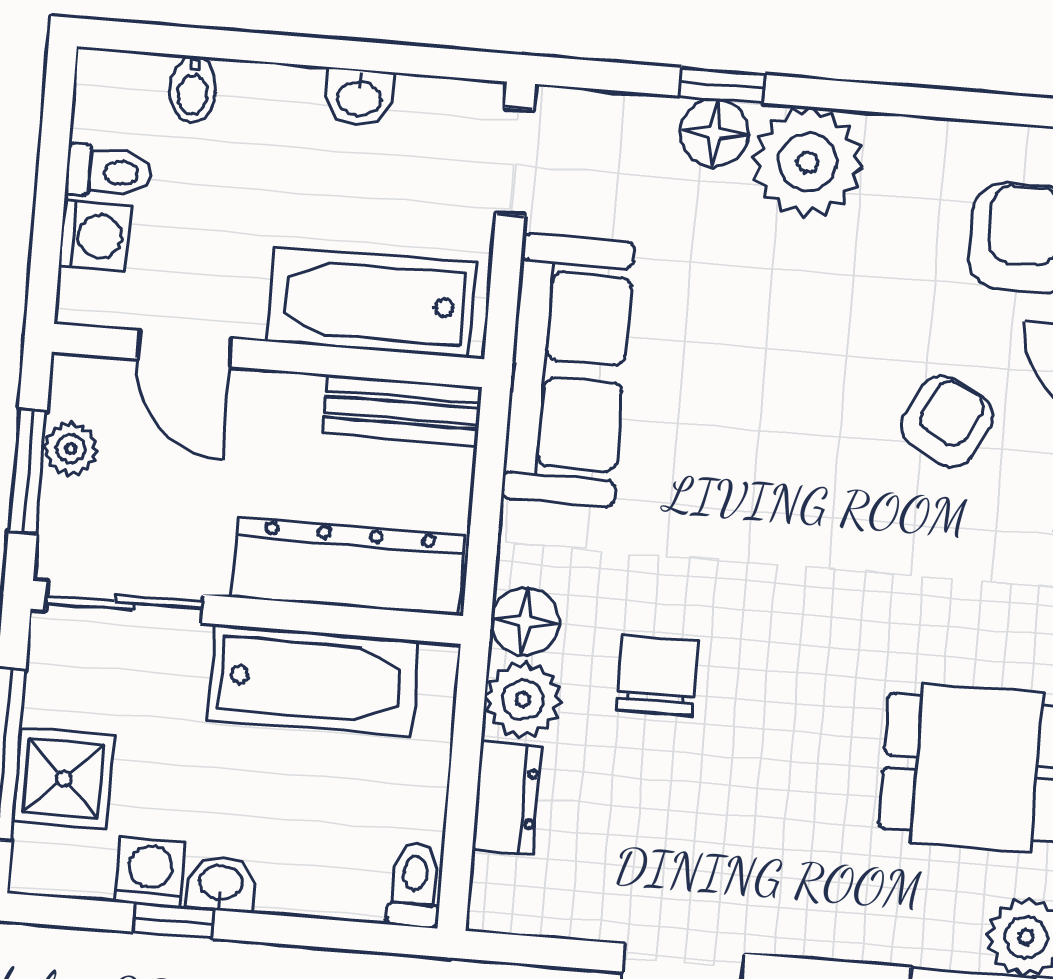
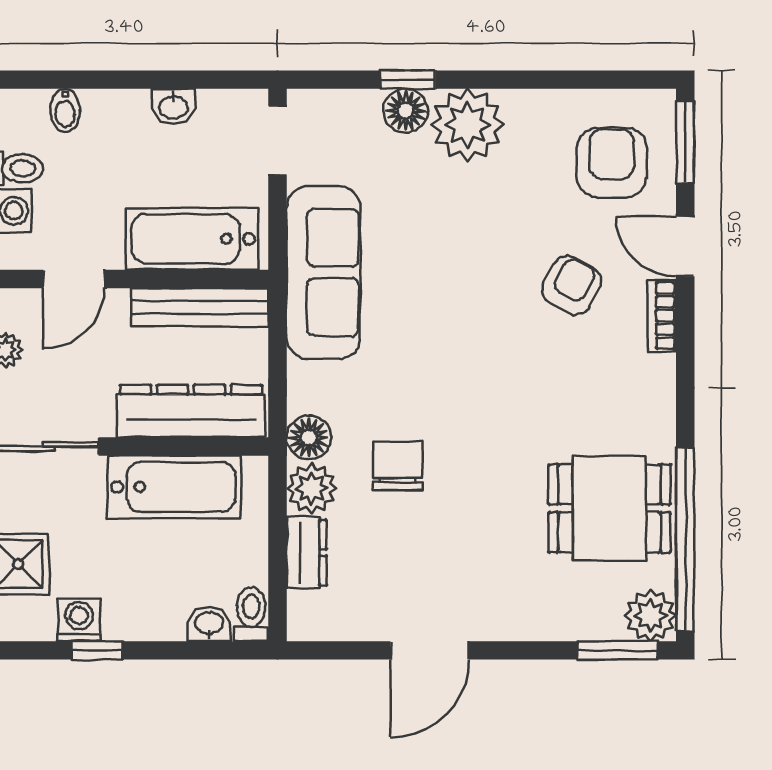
door: (185, 349) -> (74, 279), hinge flipped
bench: (402, 410) -> (200, 307), width x1.36
washbasin: (221, 884) -> (209, 624), moved

